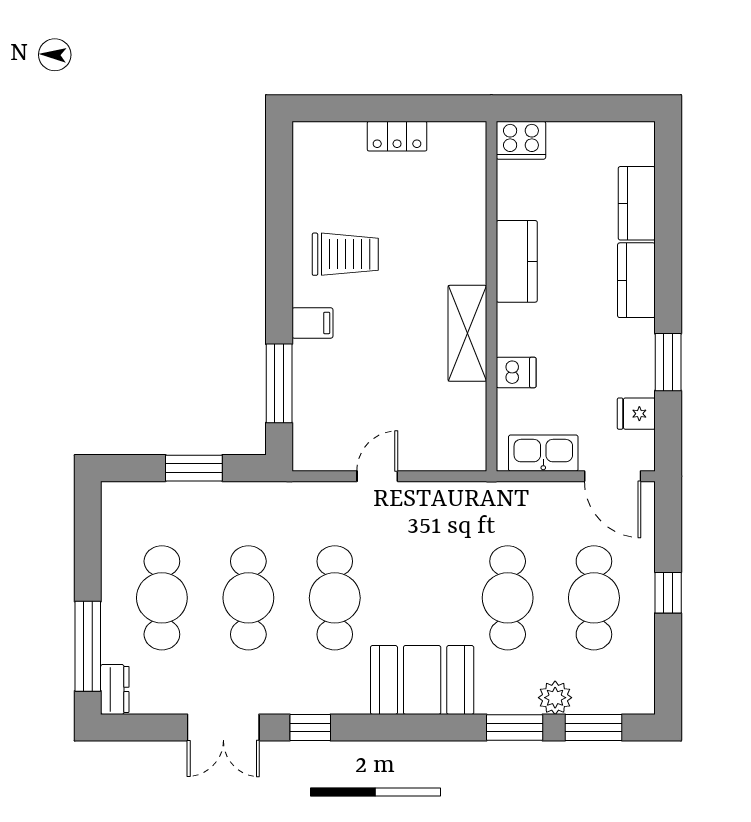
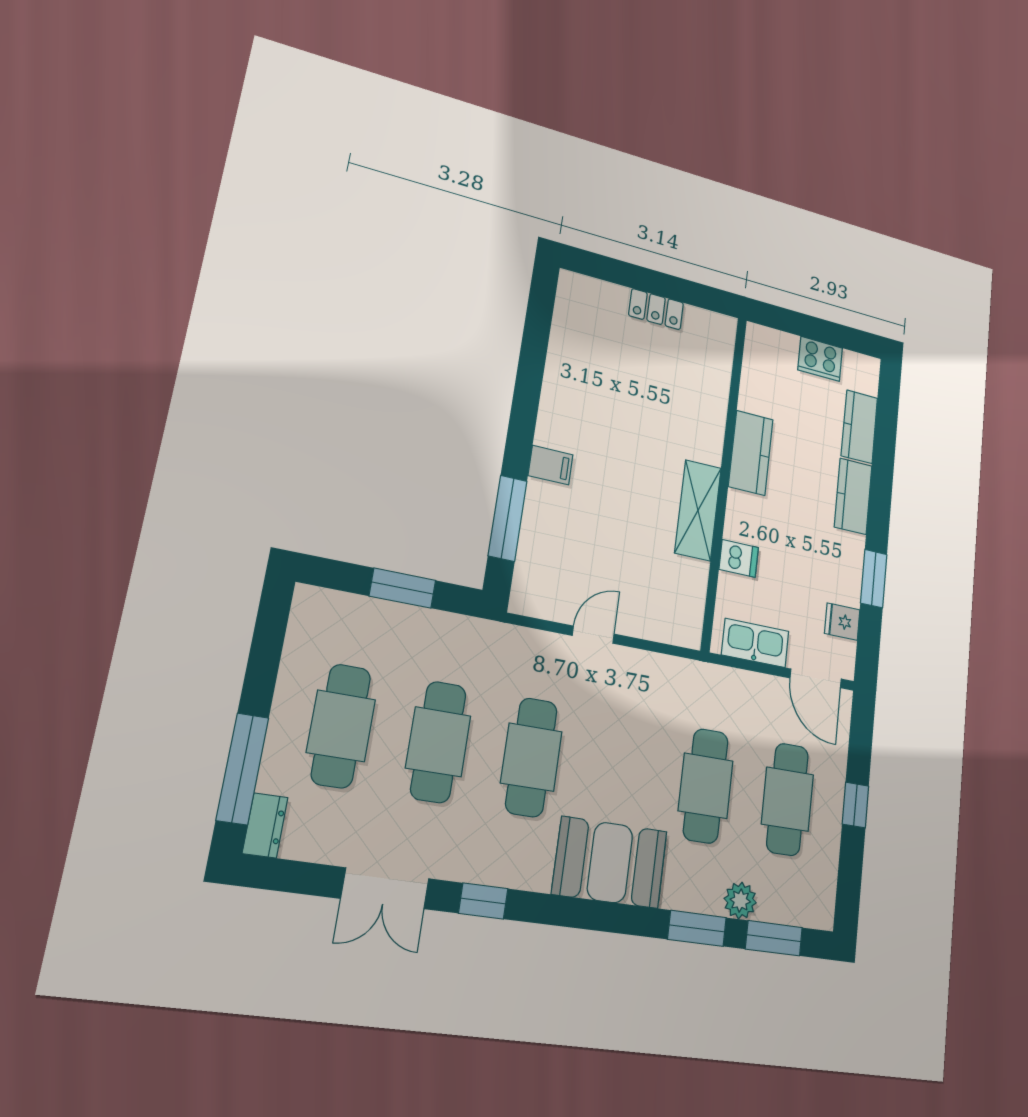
cooker: (521, 140) -> (820, 359), moved
trolley: (345, 254) -> (592, 406), removed

